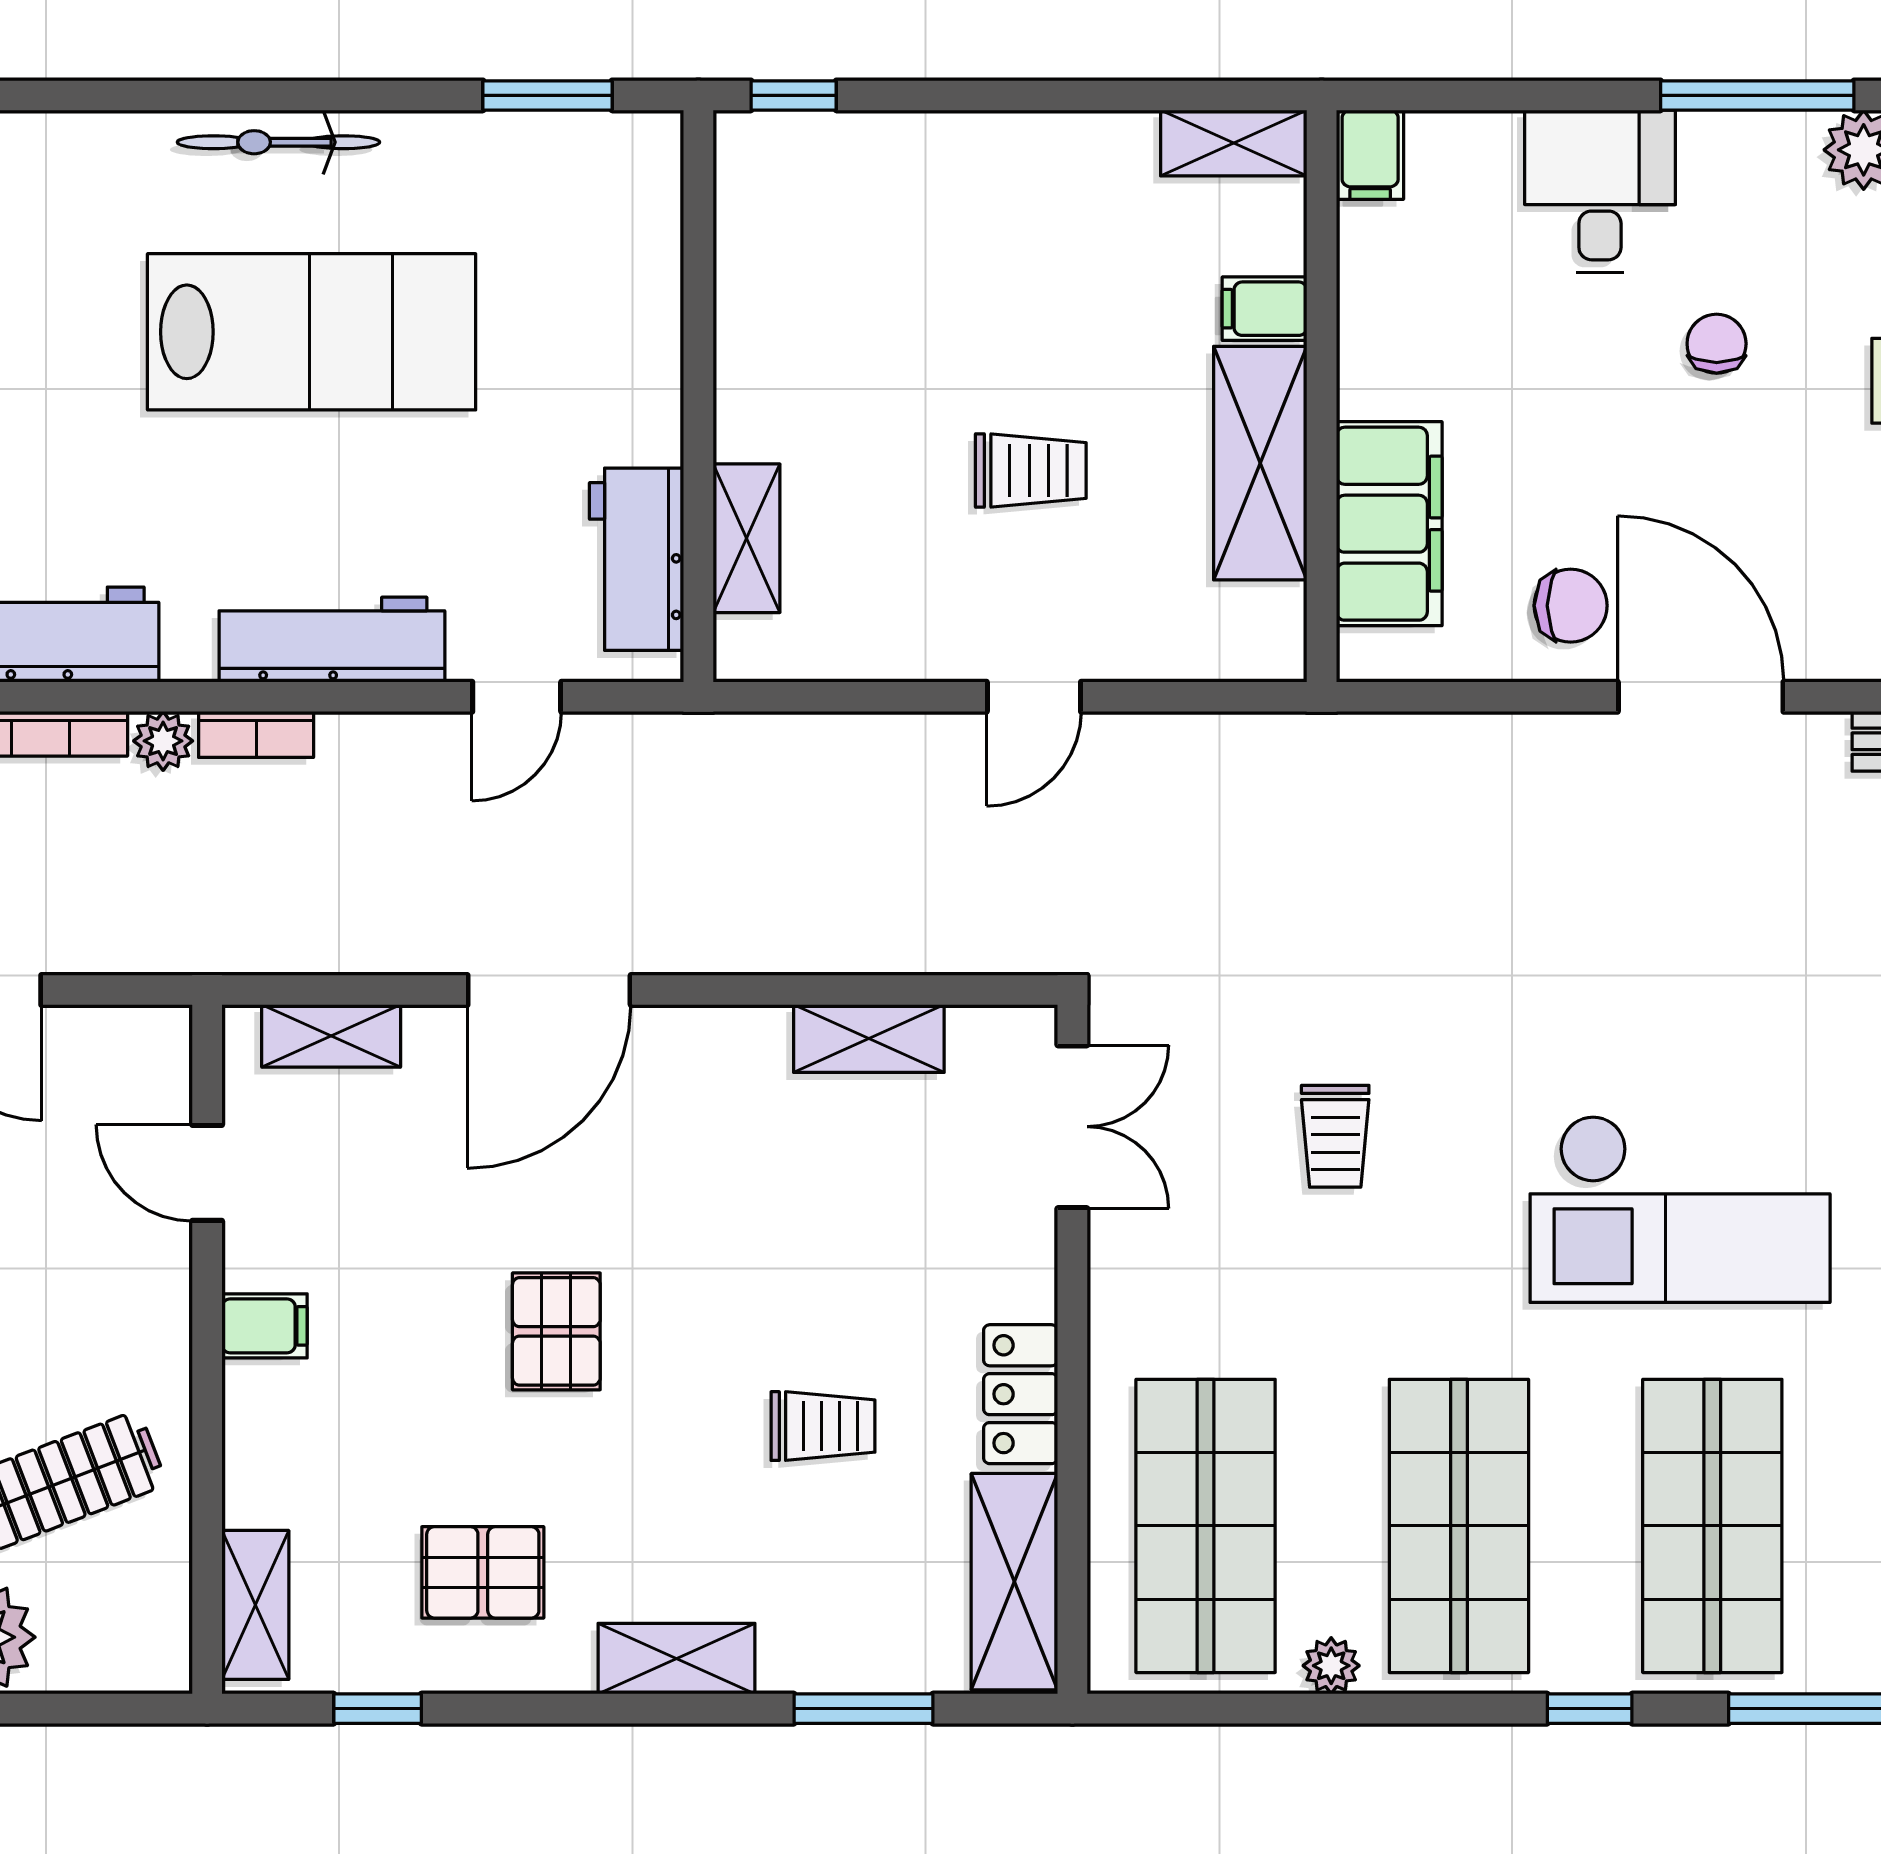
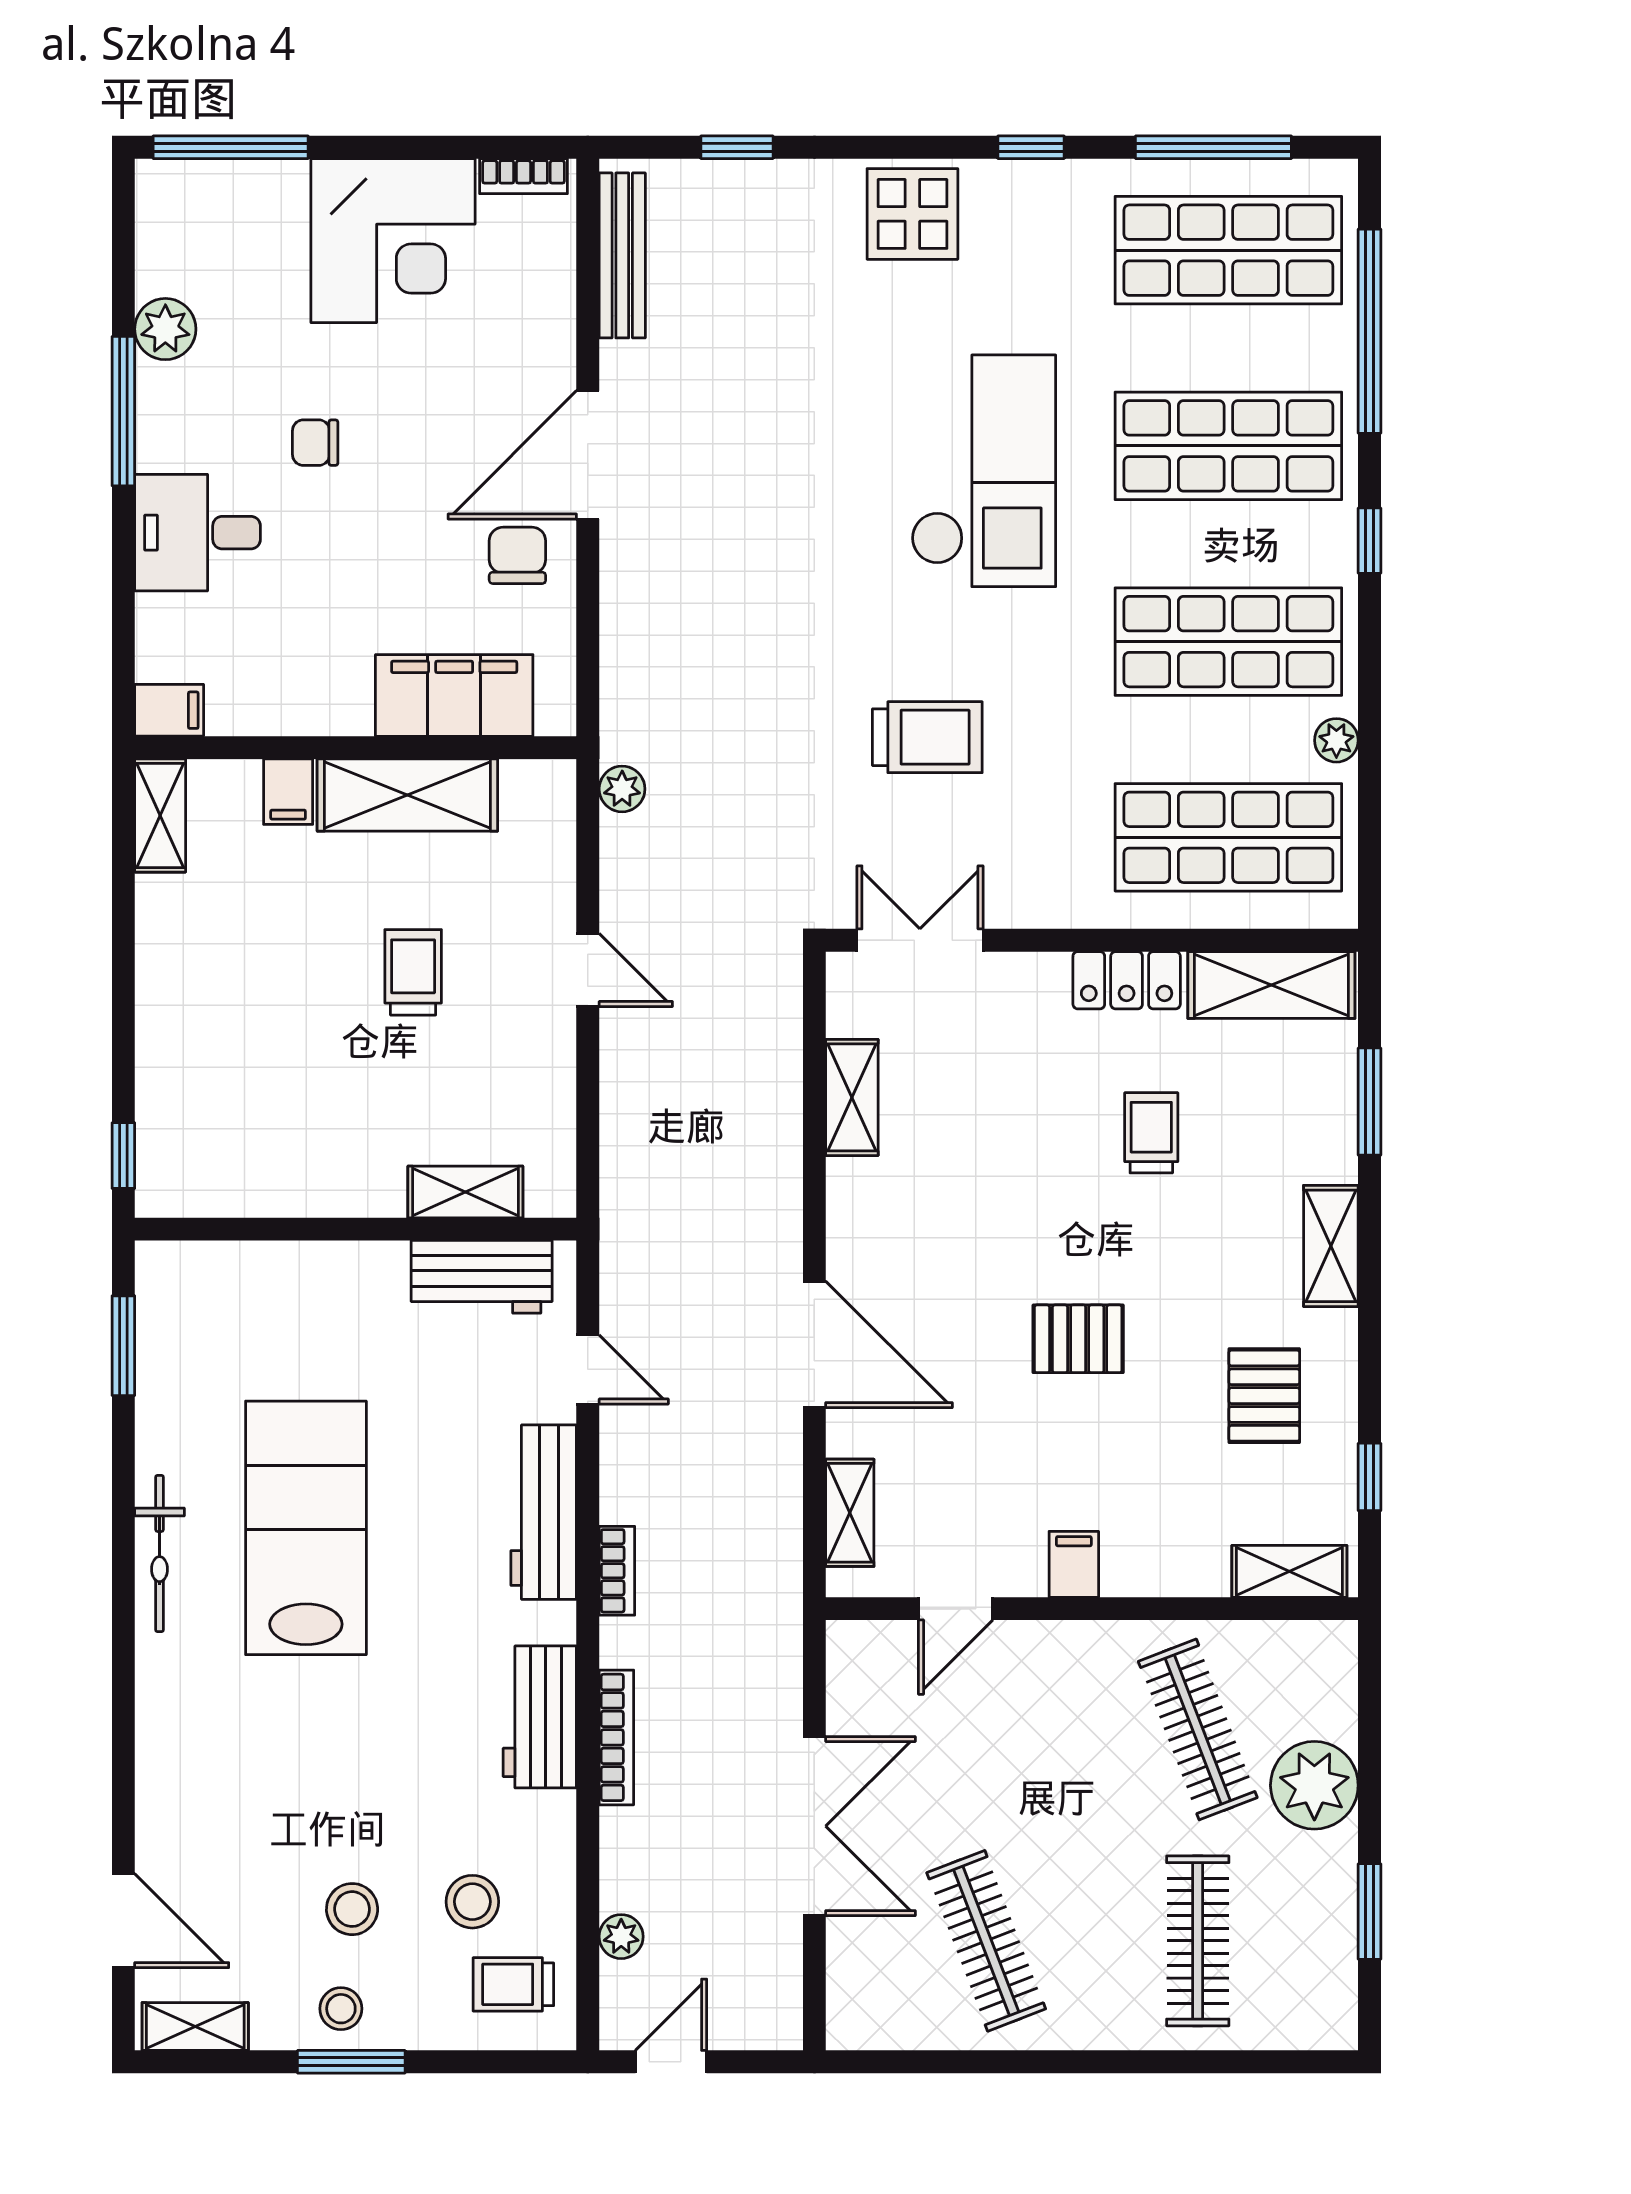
plant: (163, 741) -> (622, 789), moved
trolley: (1335, 1136) -> (927, 737), width x1.36, depth x1.39

